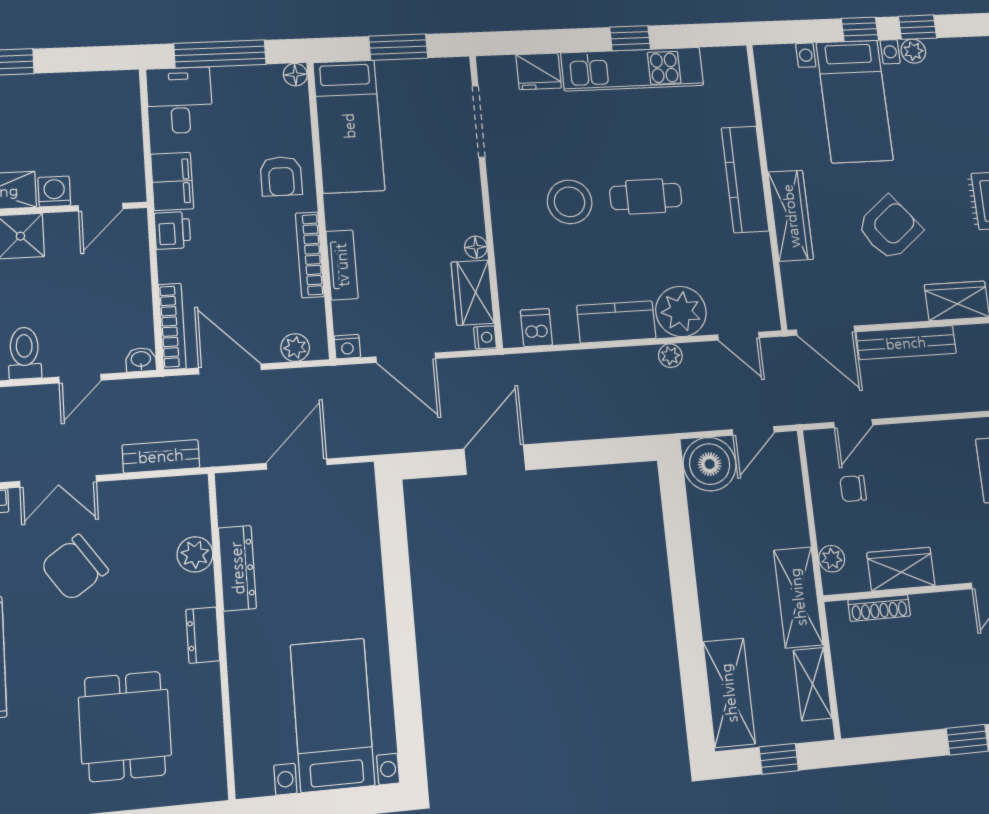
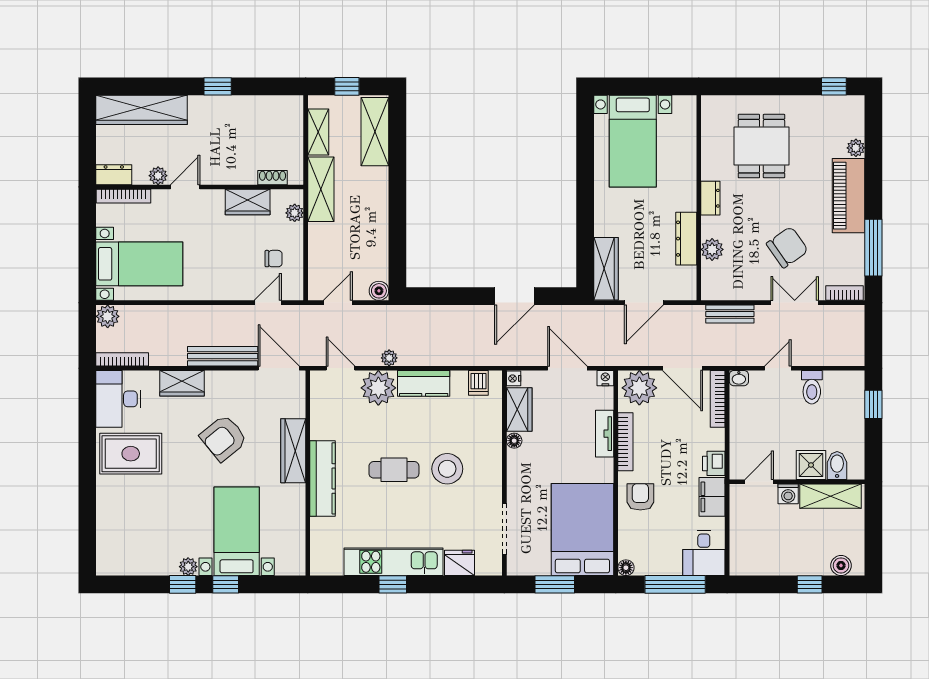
bed: (349, 126) -> (582, 530), width x1.50
plant: (295, 348) -> (639, 388), width x1.88, depth x1.88
boiler: (710, 464) -> (379, 291), width x0.54, depth x0.54
wardrobe: (359, 512) -> (606, 269), added
shoe rack: (879, 608) -> (273, 178), width x0.70

